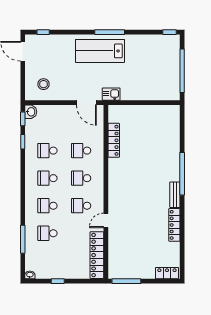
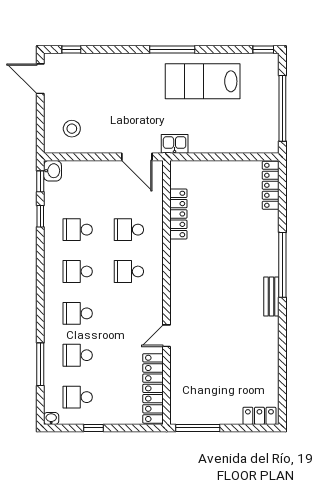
lab bench: (100, 51) -> (203, 81), moved
school desk: (81, 206) -> (78, 397), moved
locker: (174, 225) -> (271, 185), moved

